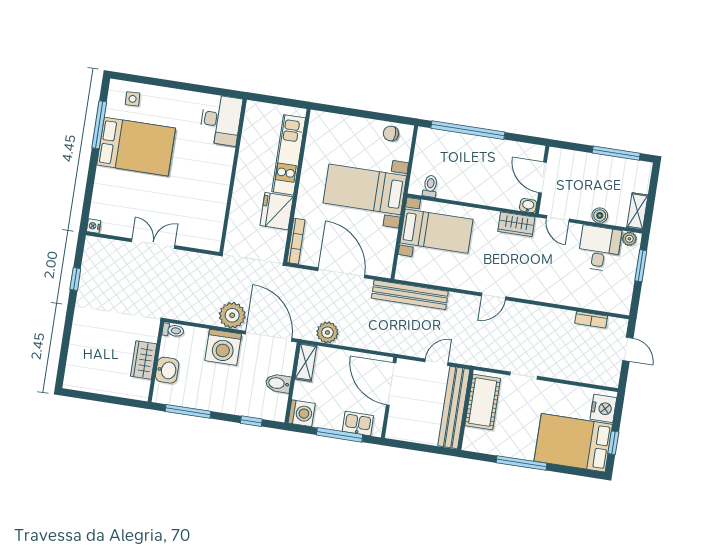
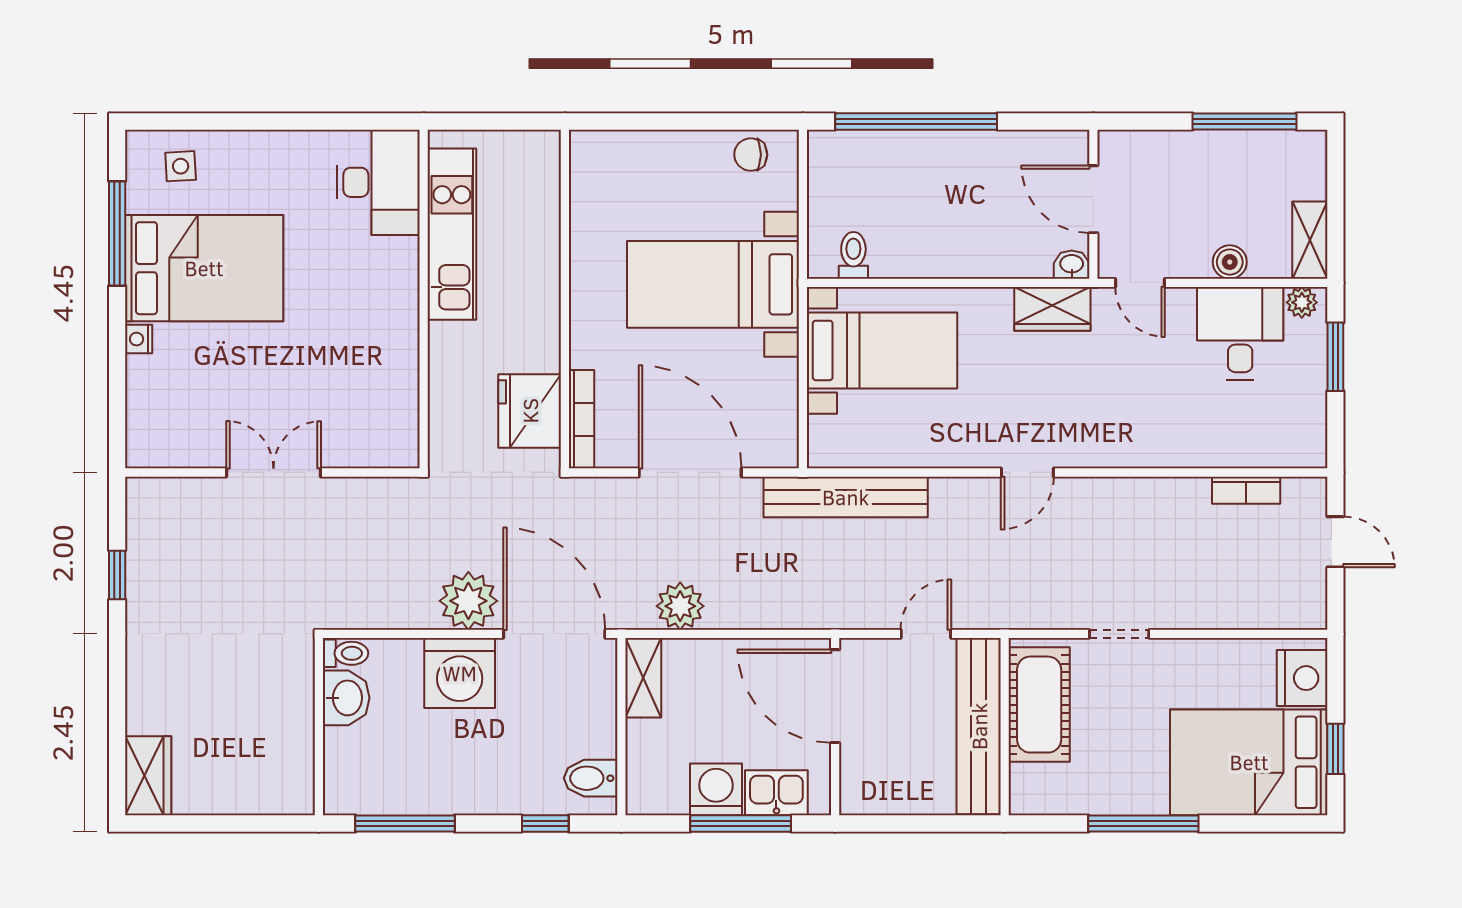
kitchen unit: (289, 155) -> (452, 234), moved, turned 180
fridge: (277, 211) -> (530, 411), moved
nightstand: (94, 226) -> (139, 339), moved
wardrobe: (144, 360) -> (148, 776), moved, turned 180
washbasin: (167, 370) -> (346, 698), moved
bidet: (278, 383) -> (591, 778), moved
washing machine: (302, 413) -> (716, 789), moved, turned -90

